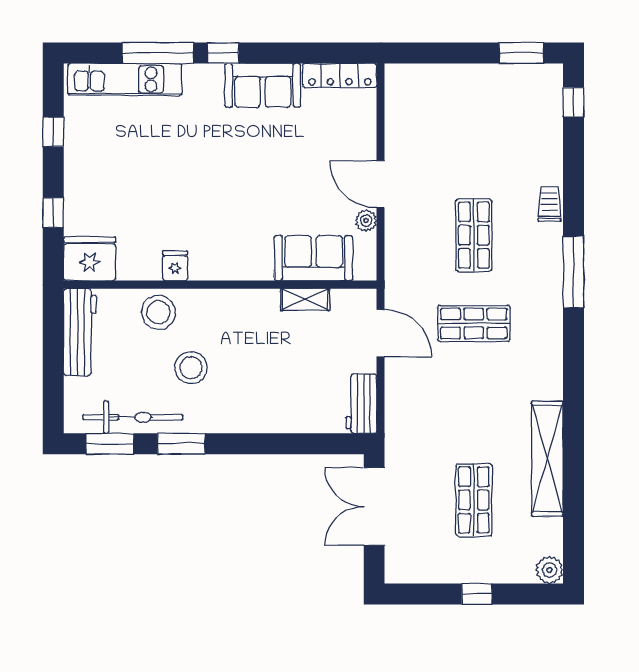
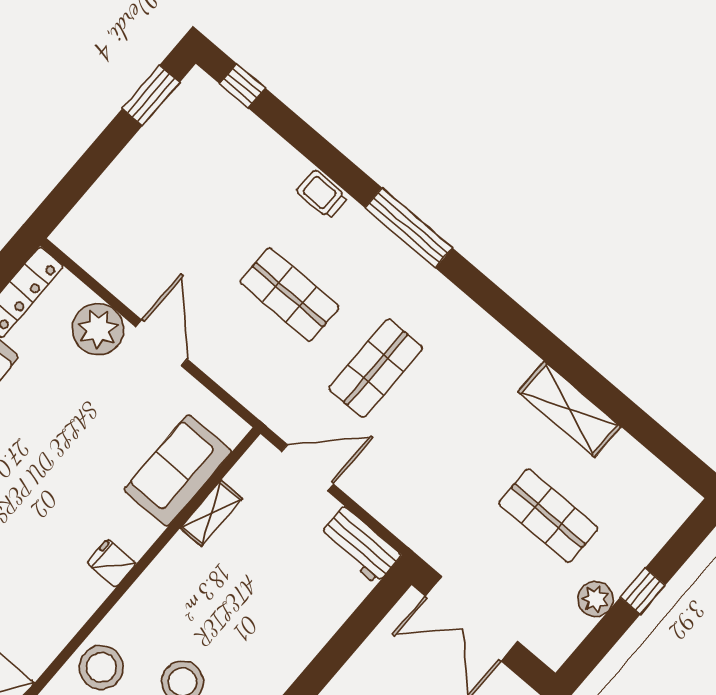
door: (381, 184) -> (162, 343), swing flipped
plant: (366, 221) -> (98, 329), moved, width x1.87, depth x1.87
fridge: (175, 266) -> (111, 563), moved
shelving: (547, 459) -> (569, 409), width x0.68
plant: (549, 570) -> (596, 599), moved

